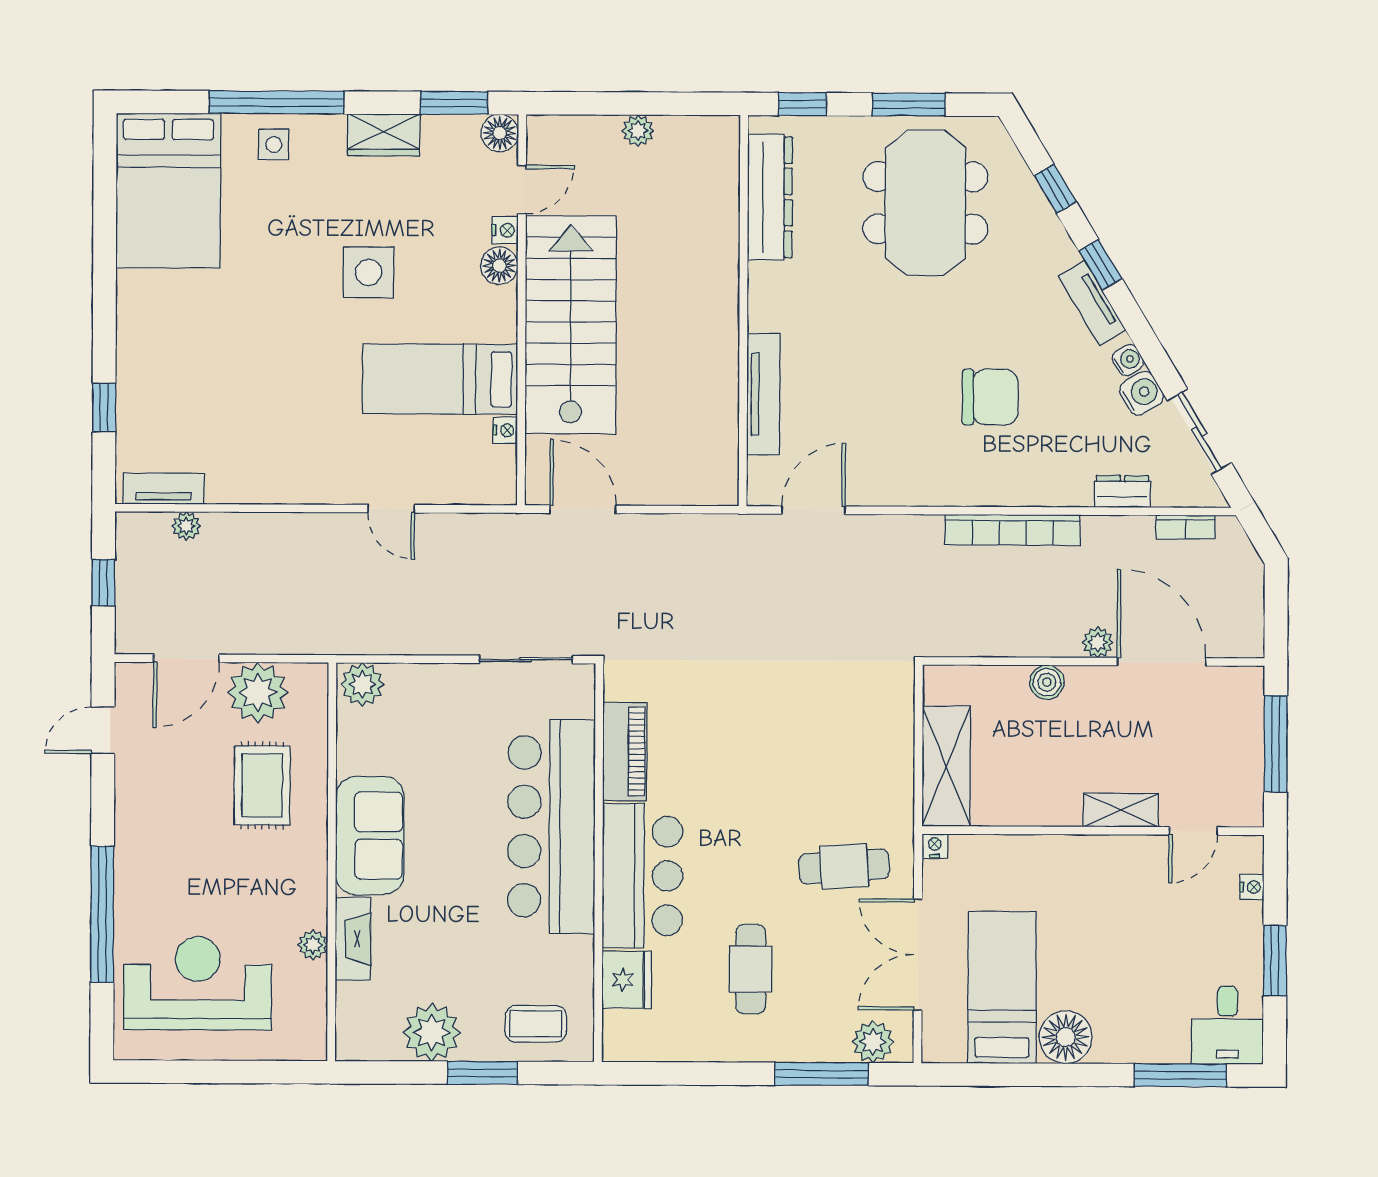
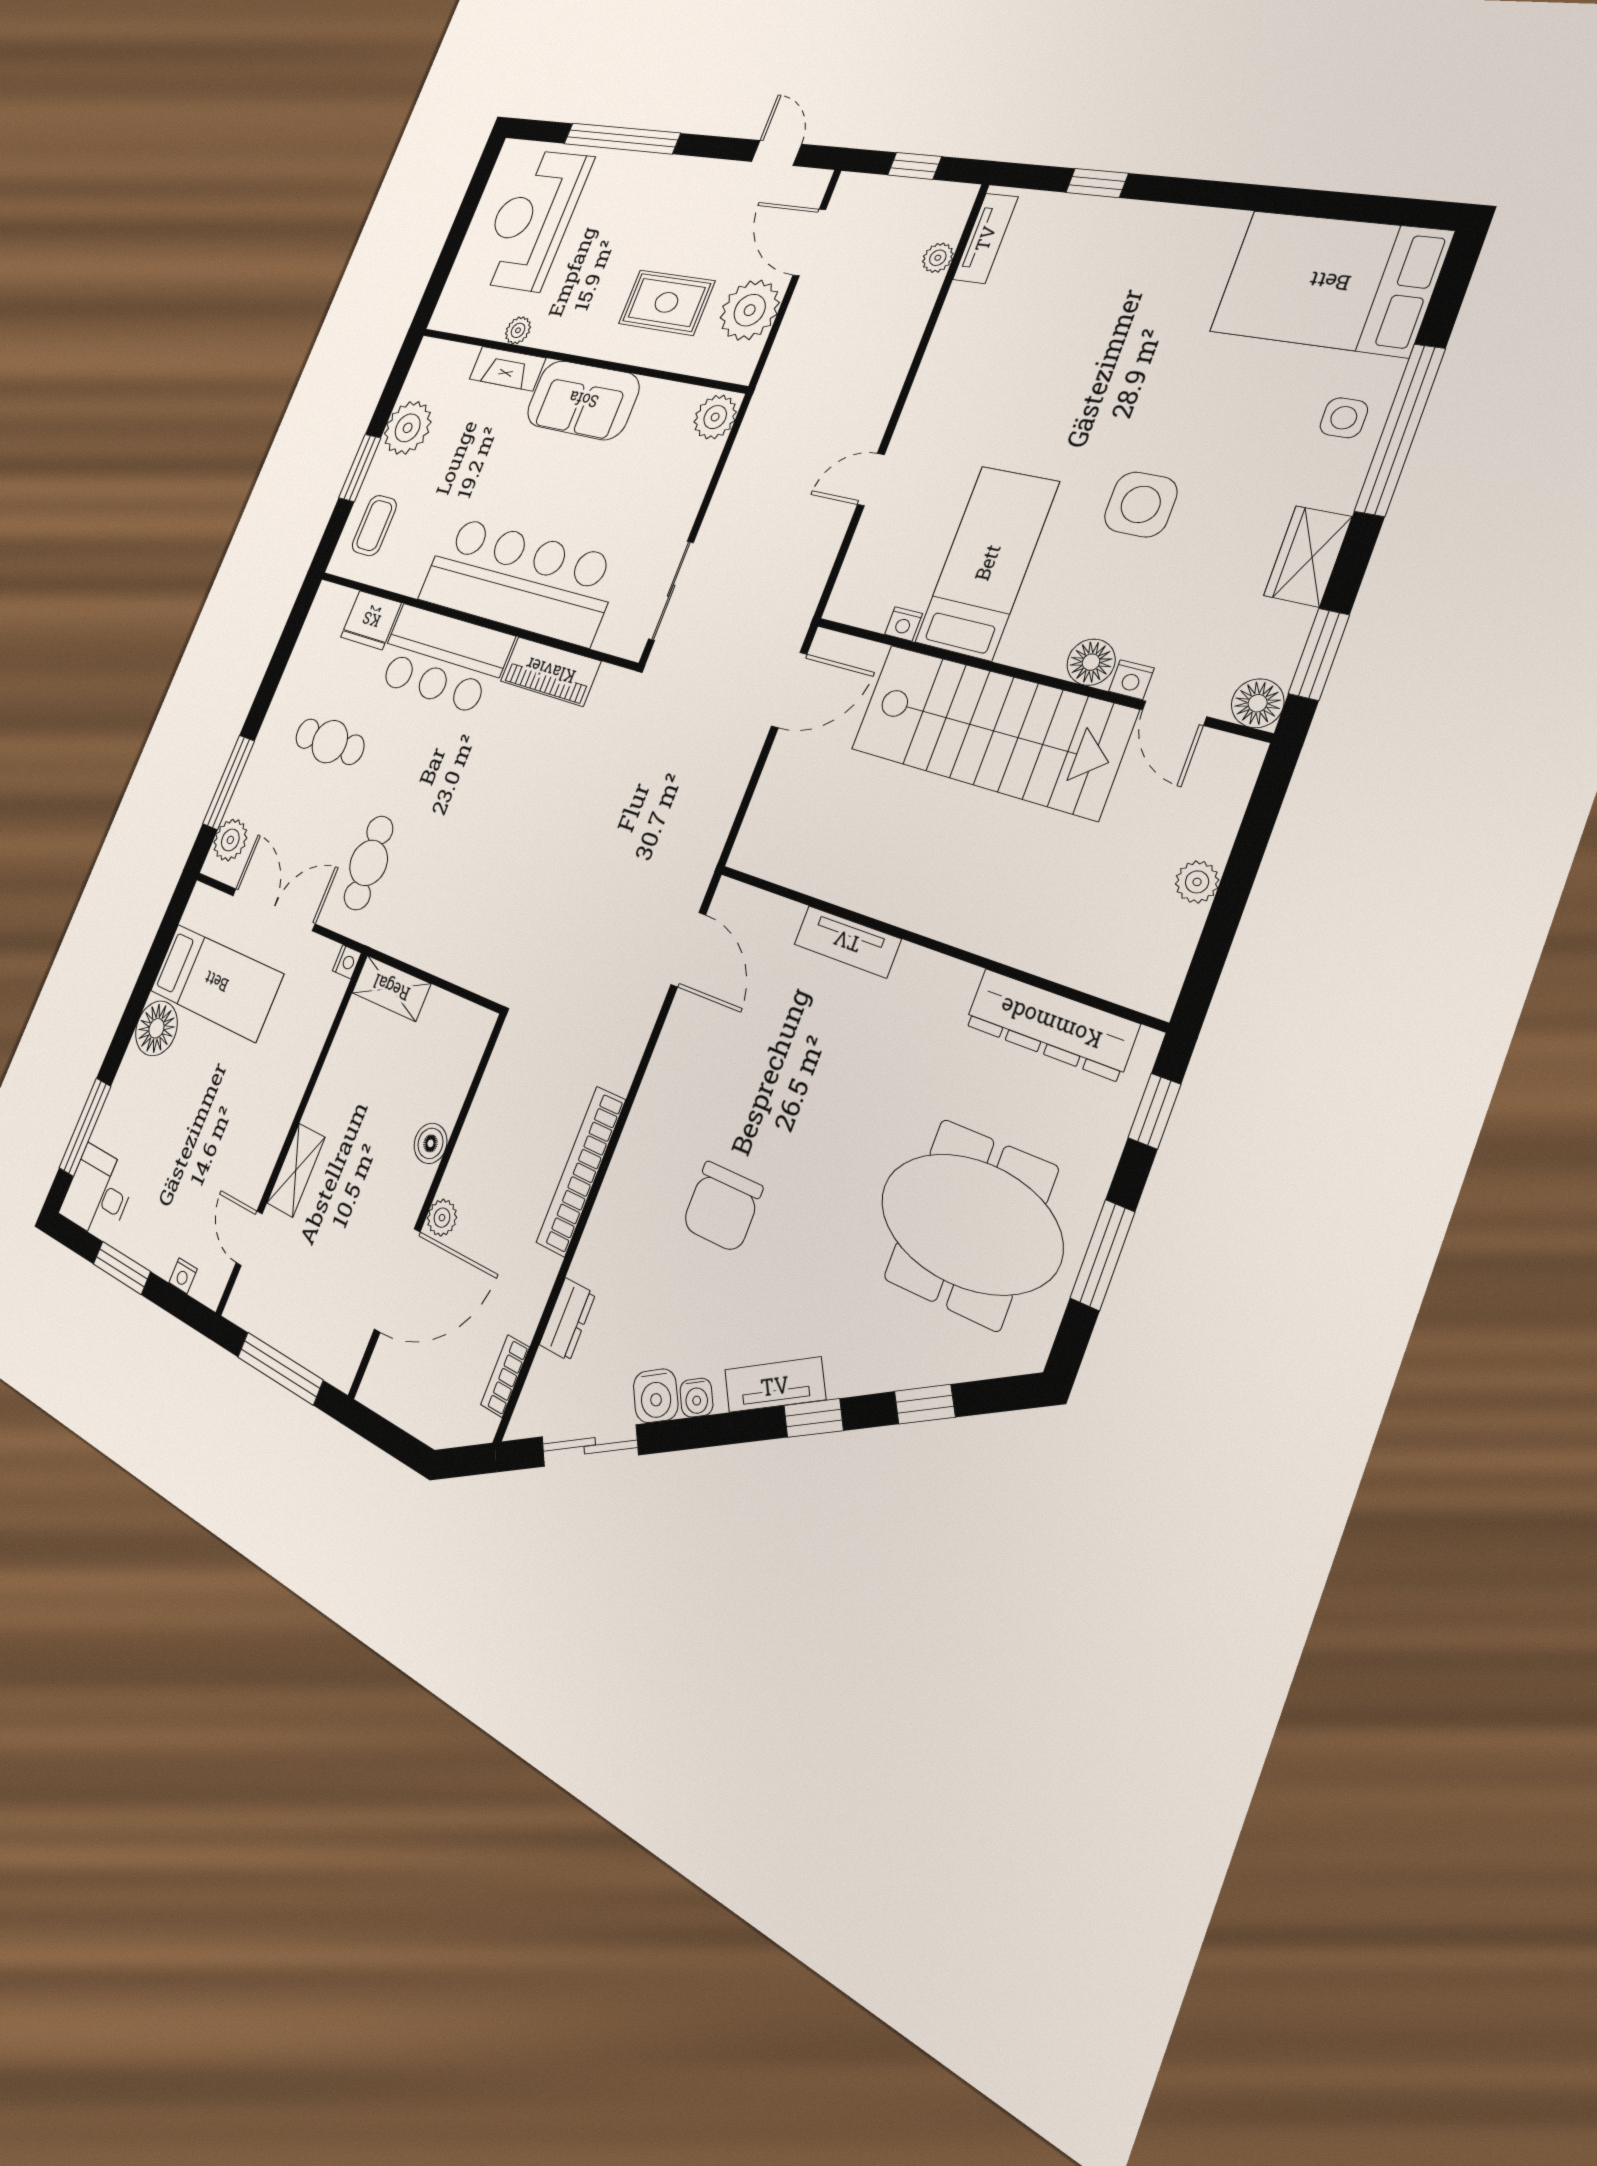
tv unit: (763, 394) -> (847, 942), width x0.71
shelving: (946, 766) -> (391, 988), width x0.67, depth x0.75
reception desk: (198, 983) -> (532, 220), turned 180

